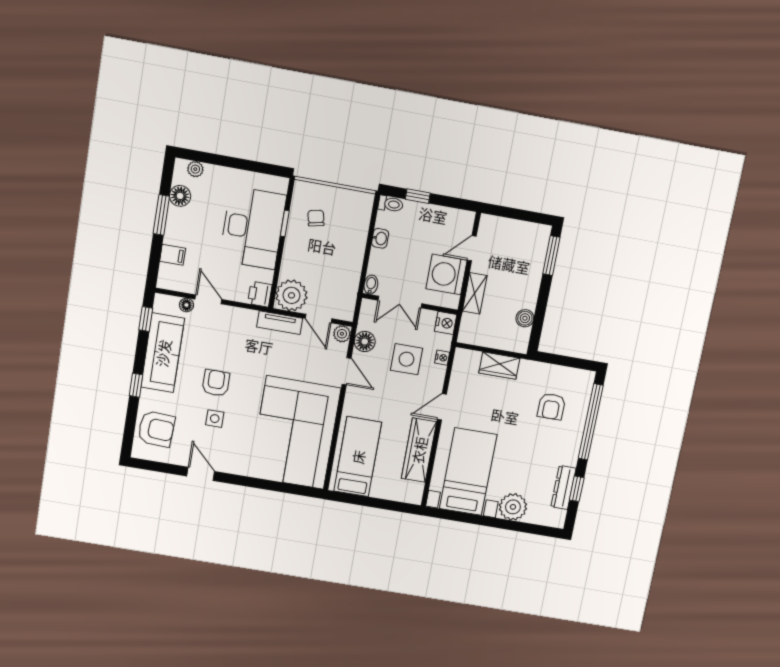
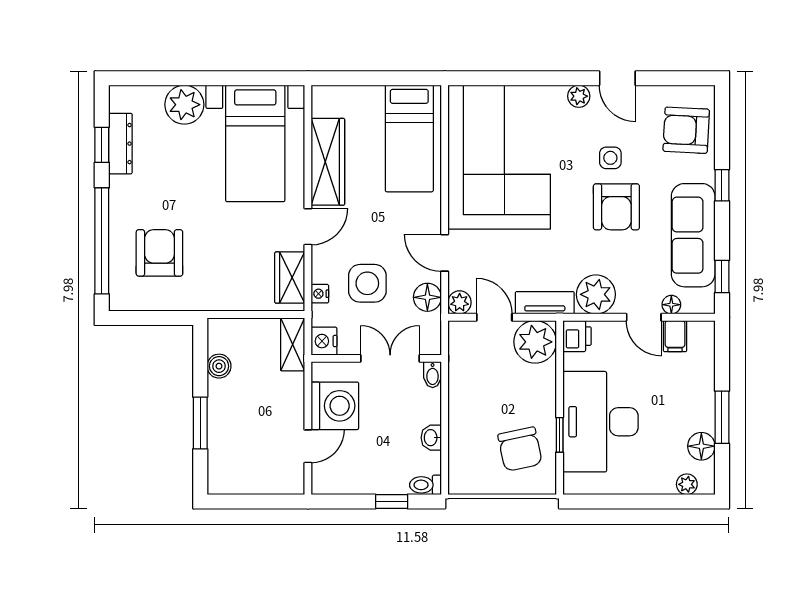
chair: (316, 218) -> (520, 449), width x1.87, depth x1.87
filing cabinet: (173, 255) -> (675, 336), moved, turned -90
window: (551, 255) -> (200, 423), moved
shelving: (475, 293) -> (293, 344), moved
plant: (241, 322) -> (596, 294), added
wardrobe: (499, 366) -> (290, 278), moved, turned -90
armchair: (216, 383) -> (616, 207), width x1.38, depth x1.38
armchair: (551, 406) -> (159, 253), width x1.38, depth x1.38
plant: (231, 466) -> (579, 96), added

